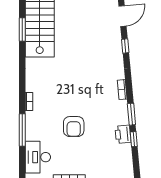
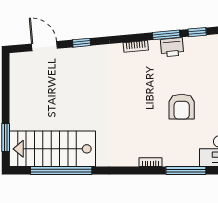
window: (22, 29) -> (61, 171), width x2.11
armchair: (74, 127) -> (182, 107), turned 90
printer: (123, 134) -> (172, 47), moved

